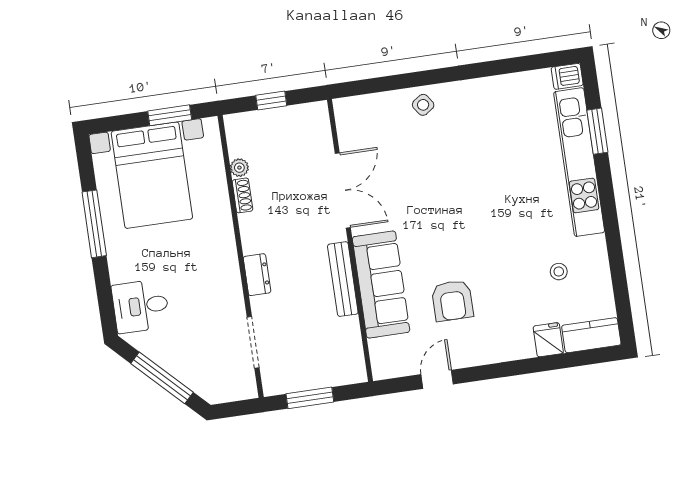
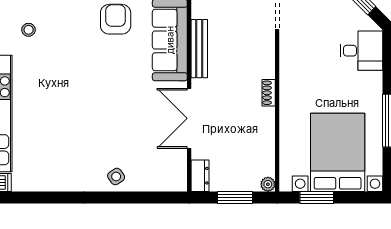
window: (271, 100) -> (235, 197), width x1.50
plant: (239, 168) -> (268, 184), moved
shoe rack: (242, 195) -> (269, 93), moved
dresser: (257, 275) -> (200, 176), moved, turned 180

